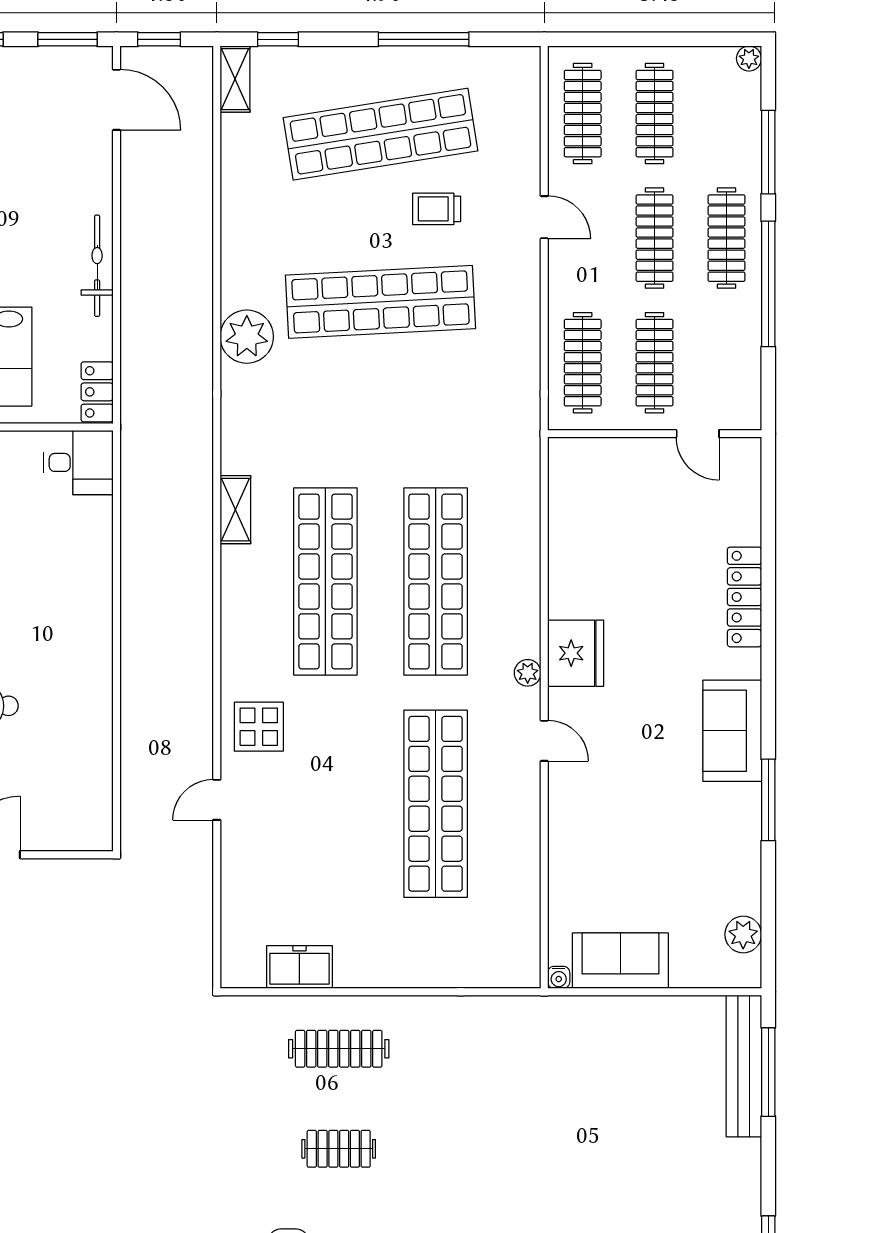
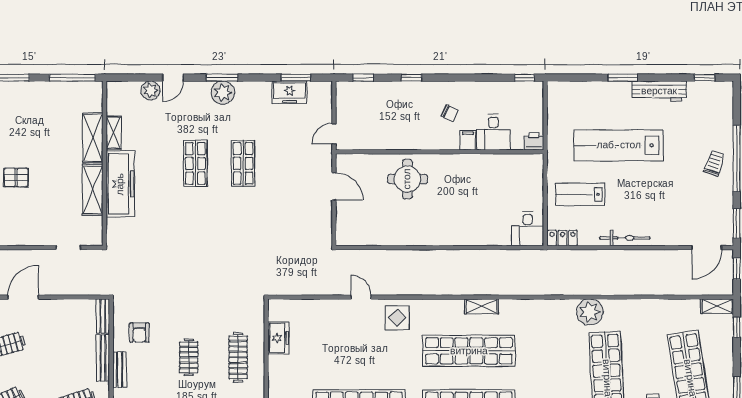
shelving: (235, 510) -> (482, 306), moved

